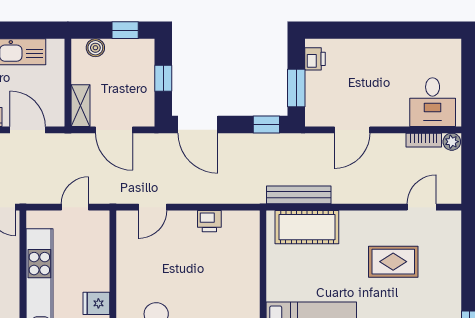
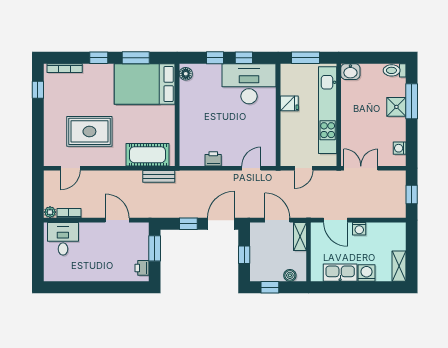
door: (198, 124) -> (221, 224), hinge flipped
window: (266, 124) -> (188, 224), moved
door: (352, 130) -> (117, 220), hinge flipped
bench: (299, 195) -> (159, 176), width x0.73
rug: (393, 262) -> (89, 131), width x1.36, depth x1.43

